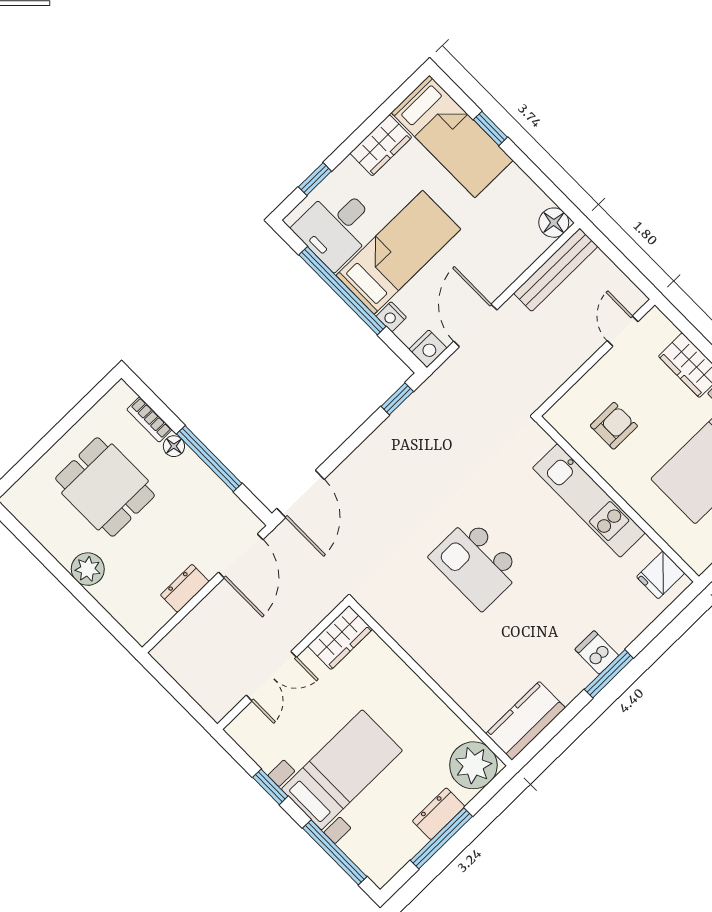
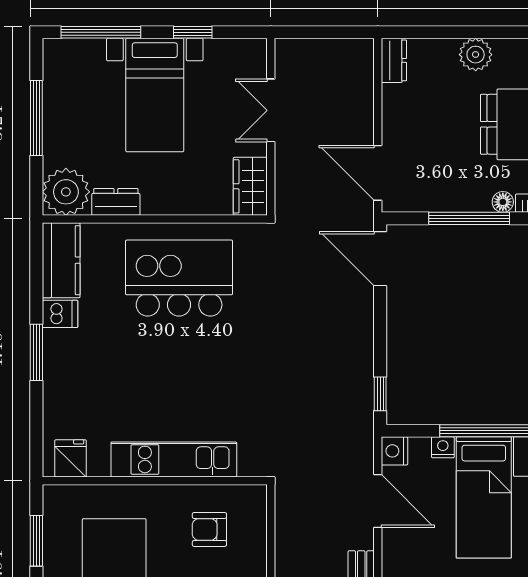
armchair: (614, 426) -> (209, 529), turned 90
kitchen island: (476, 564) -> (179, 278), moved, width x1.37, depth x1.28
dresser: (185, 588) -> (394, 60), moved
dishwasher: (597, 652) -> (60, 314), moved
dresser: (439, 814) -> (116, 202), moved, turned -90

